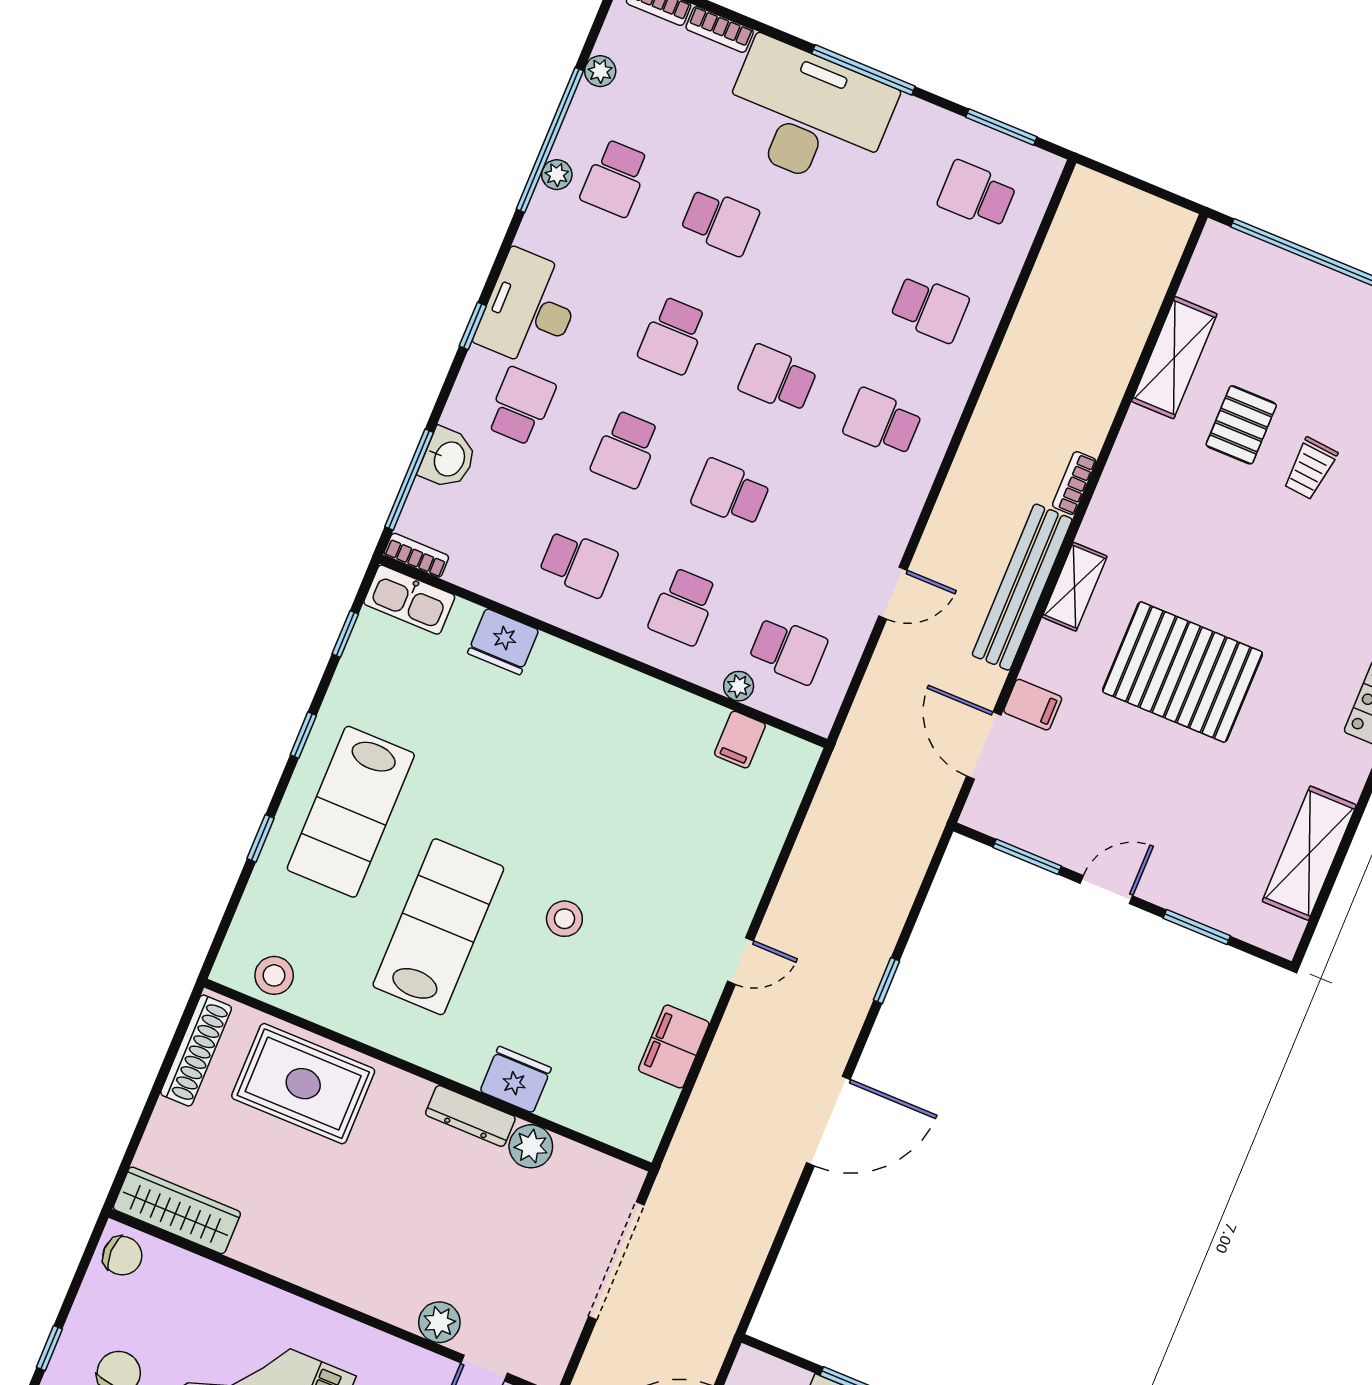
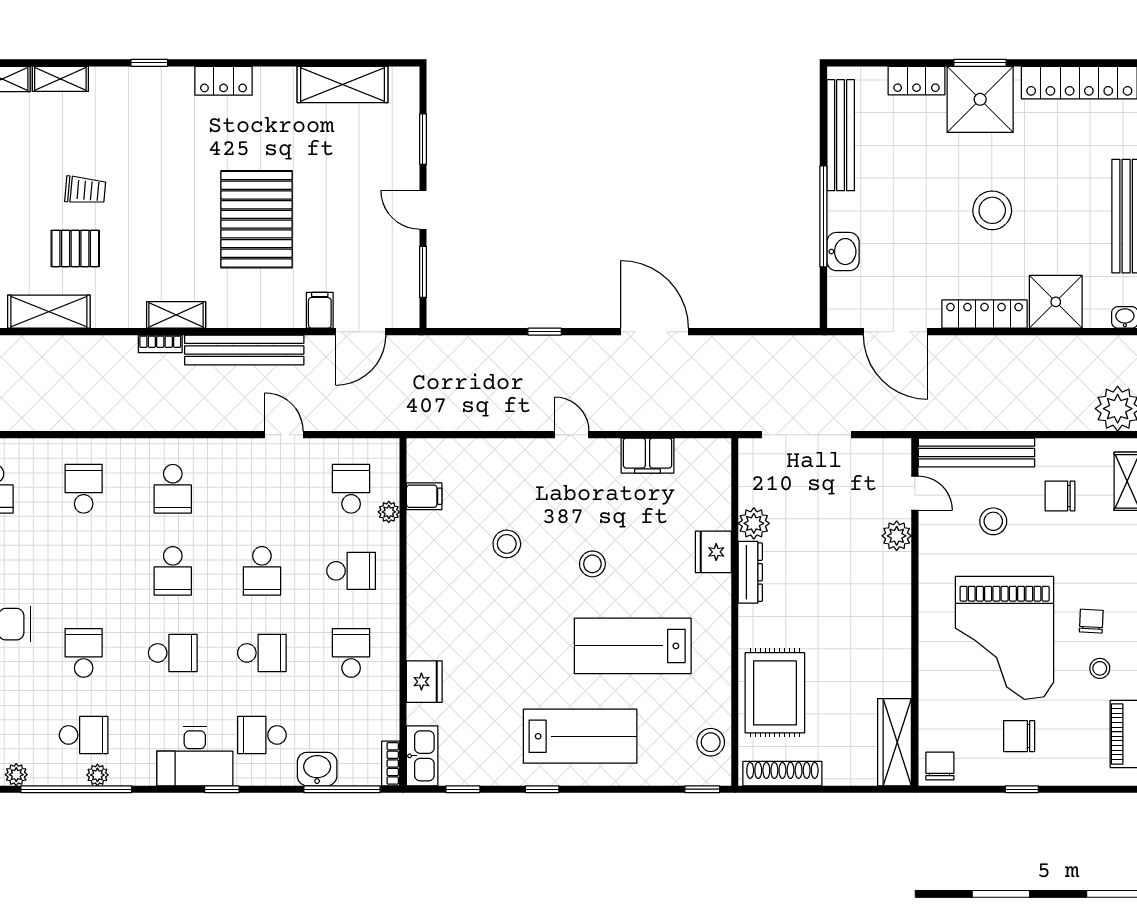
shelving: (1075, 587) -> (176, 315), moved
stool: (635, 820) -> (507, 544), added
window: (261, 838) -> (702, 789), moved

